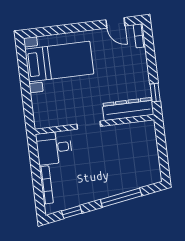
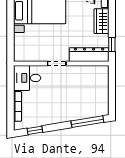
wardrobe: (139, 65) -> (102, 21), added
window: (121, 198) -> (87, 122), moved

